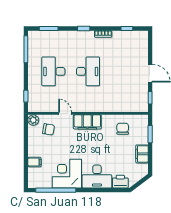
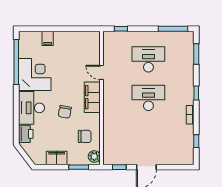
desk: (88, 71) -> (148, 98), turned 180
door: (65, 113) -> (102, 72), swing flipped
plant: (33, 120) -> (94, 156), moved
chair: (49, 129) -> (65, 112), moved

